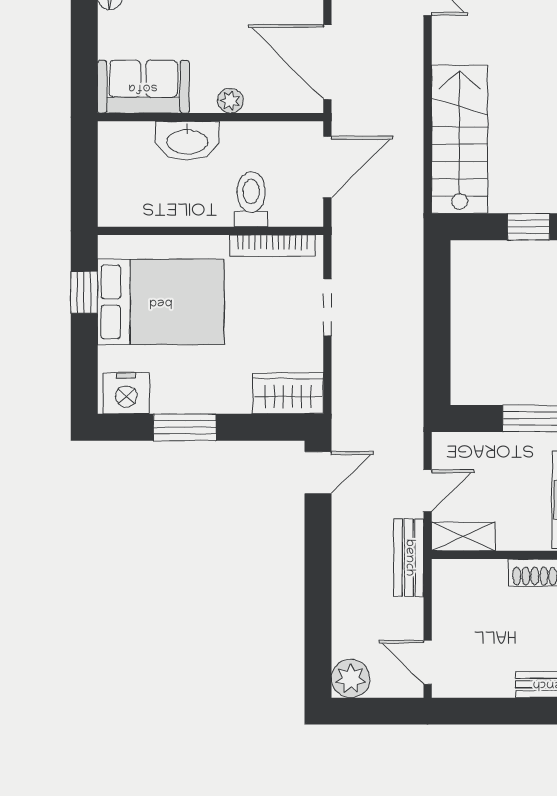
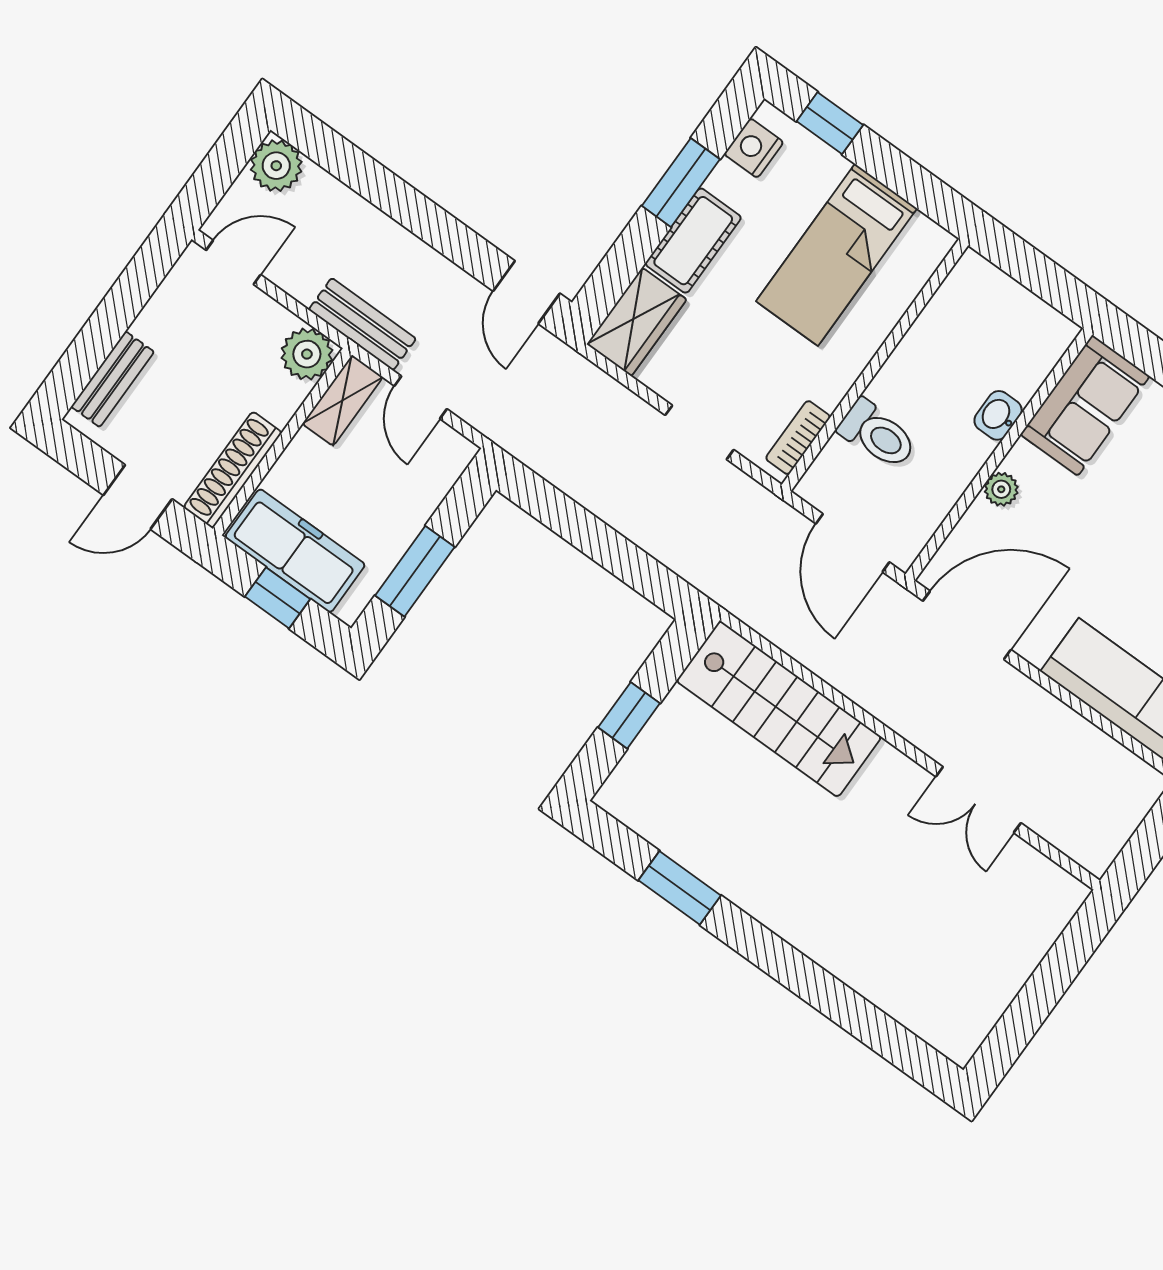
washbasin: (187, 141) -> (998, 415), width x0.52, depth x0.69
bookcase: (272, 246) -> (798, 438), width x0.64
window: (84, 292) -> (830, 123), moved
bed: (161, 302) -> (836, 255), width x0.67
nightstand: (126, 393) -> (754, 148), width x0.74, depth x0.75
cot: (214, 395) -> (693, 241), added
plant: (451, 578) -> (307, 354), added

